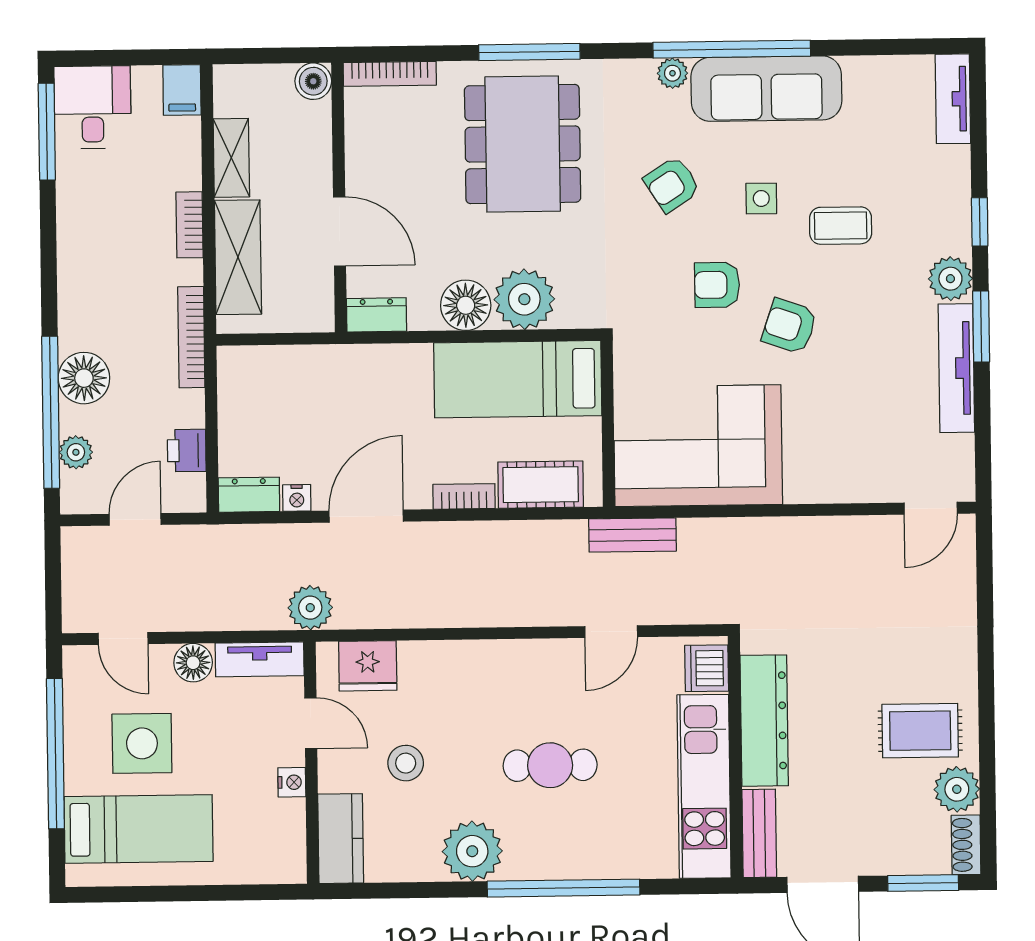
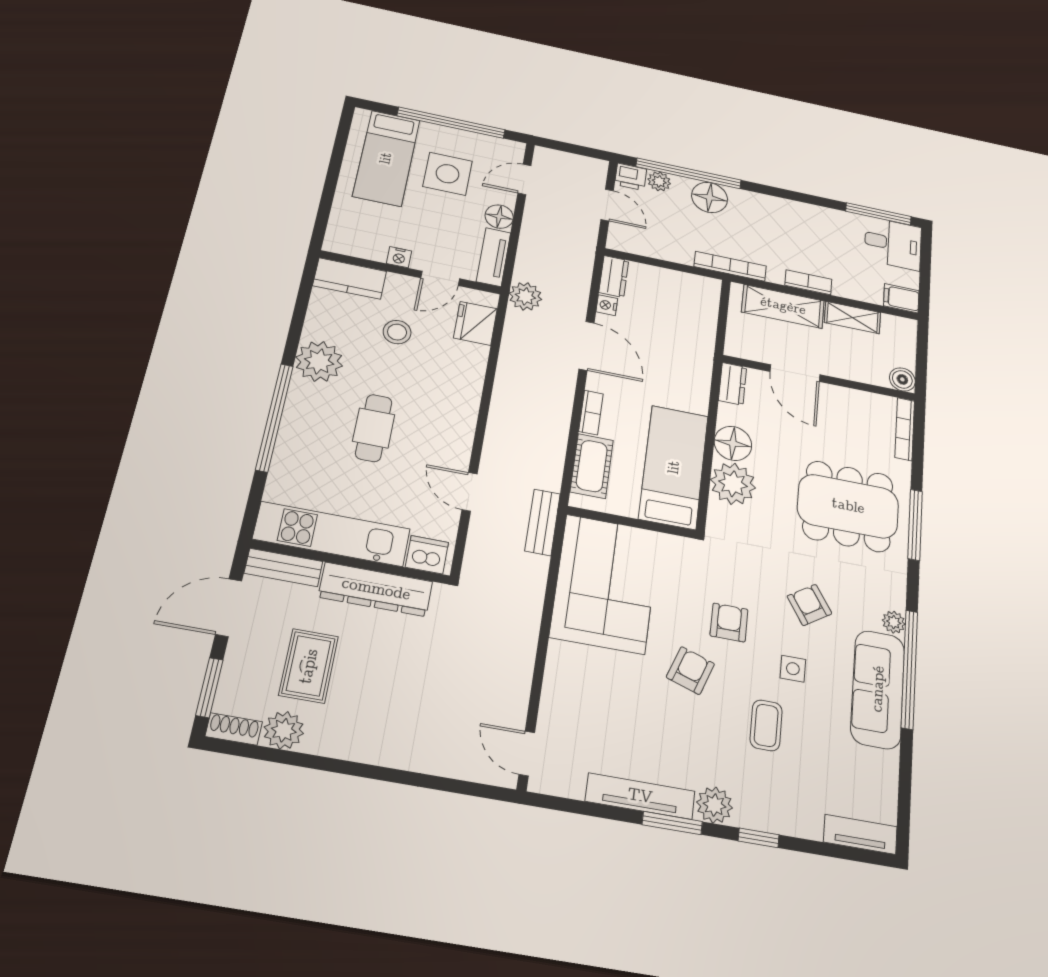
door: (340, 231) -> (795, 373), hinge flipped
printer: (187, 450) -> (631, 177), moved, turned 180
rug: (920, 731) -> (309, 666), moved

